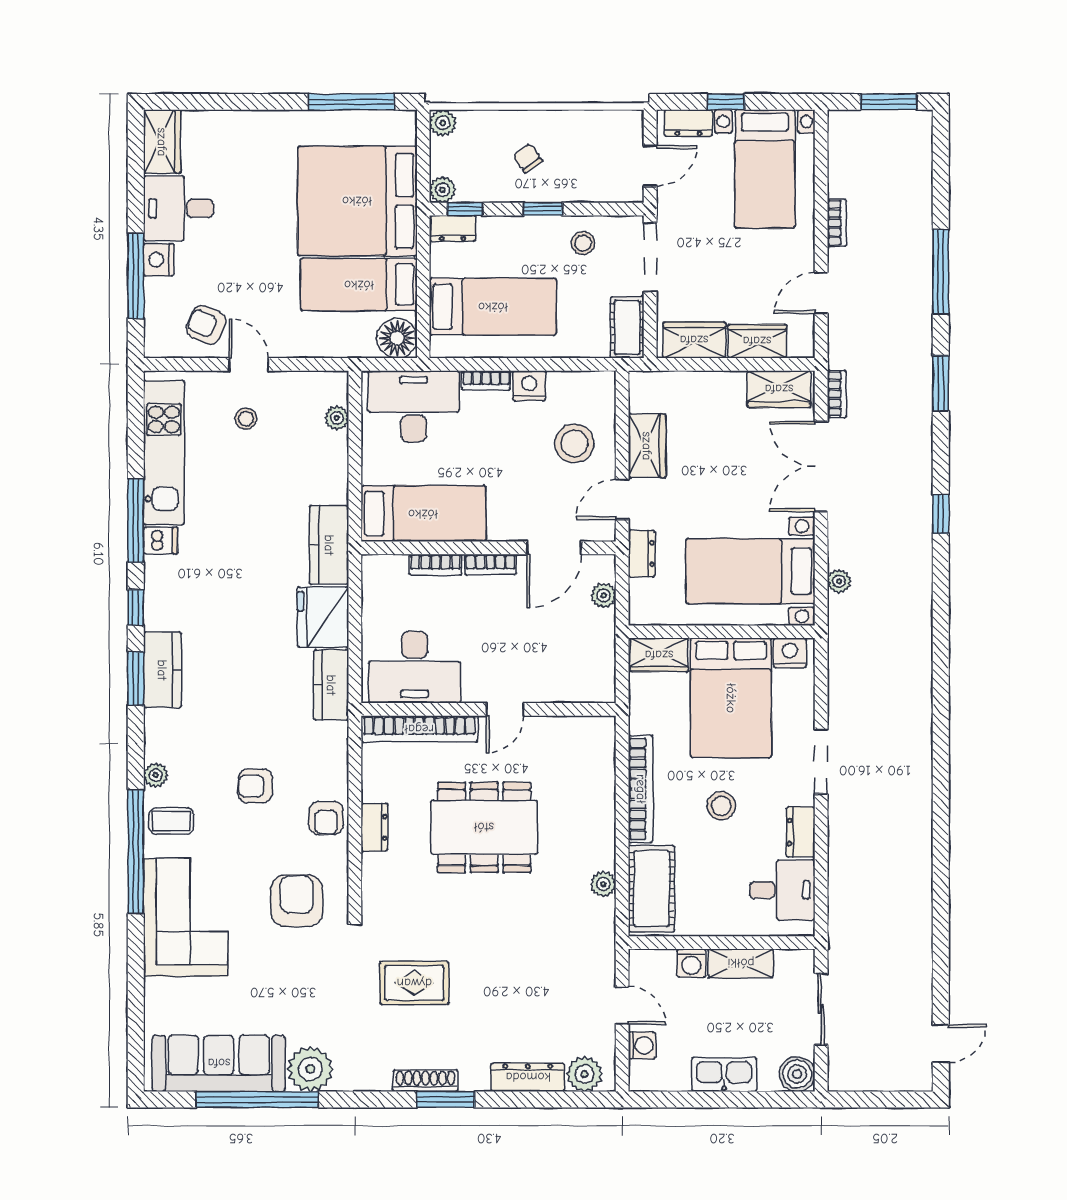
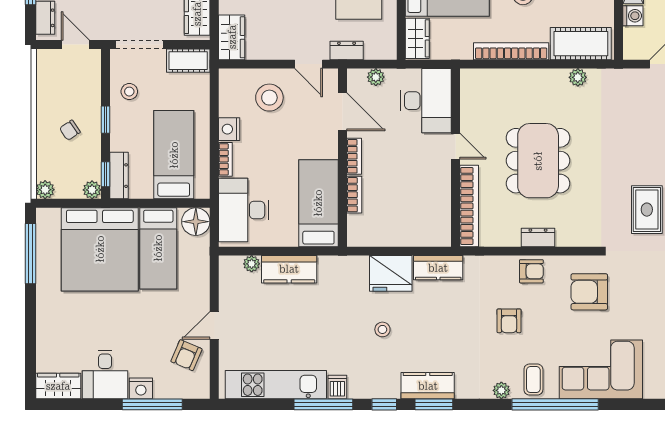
dresser: (453, 228) -> (119, 176), width x1.44
stool: (246, 419) -> (382, 329), moved
wardrobe: (647, 446) -> (232, 37), moved, turned 90
kitchen counter: (329, 545) -> (289, 269), moved
desk: (414, 667) -> (426, 101), moved

